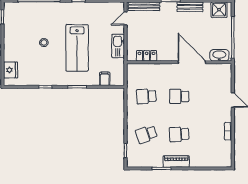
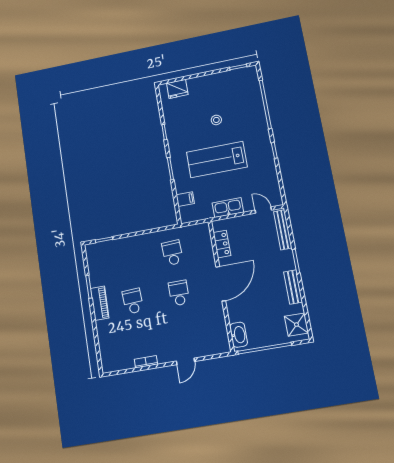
door: (192, 62) -> (221, 284), moved
school desk: (146, 134) -> (127, 261), removed

